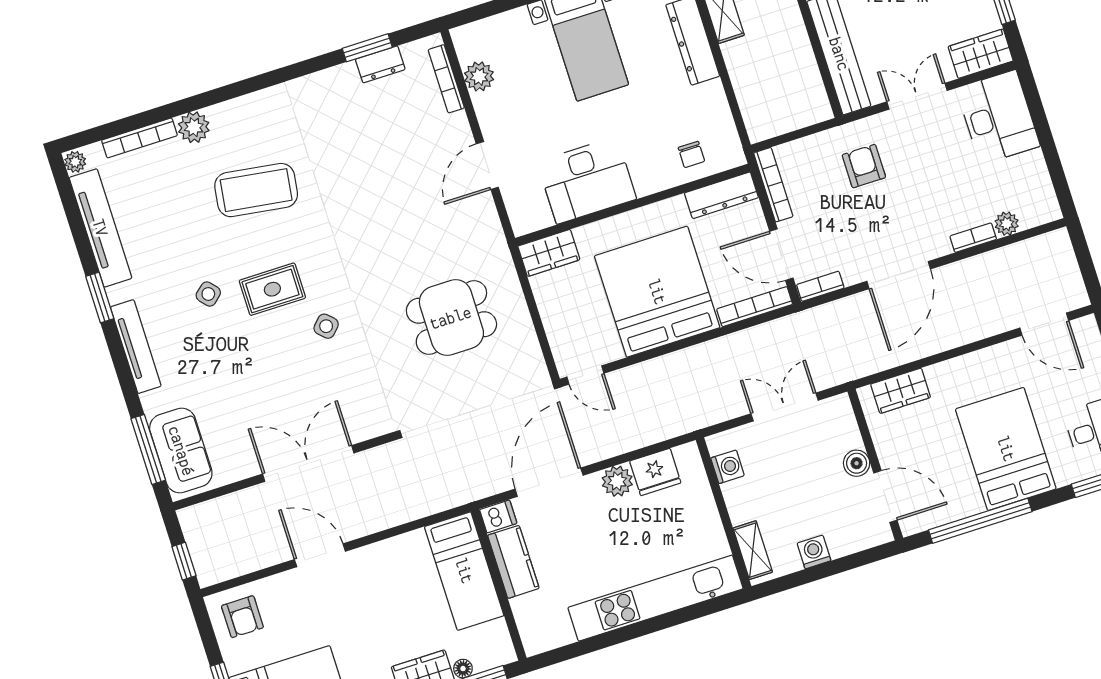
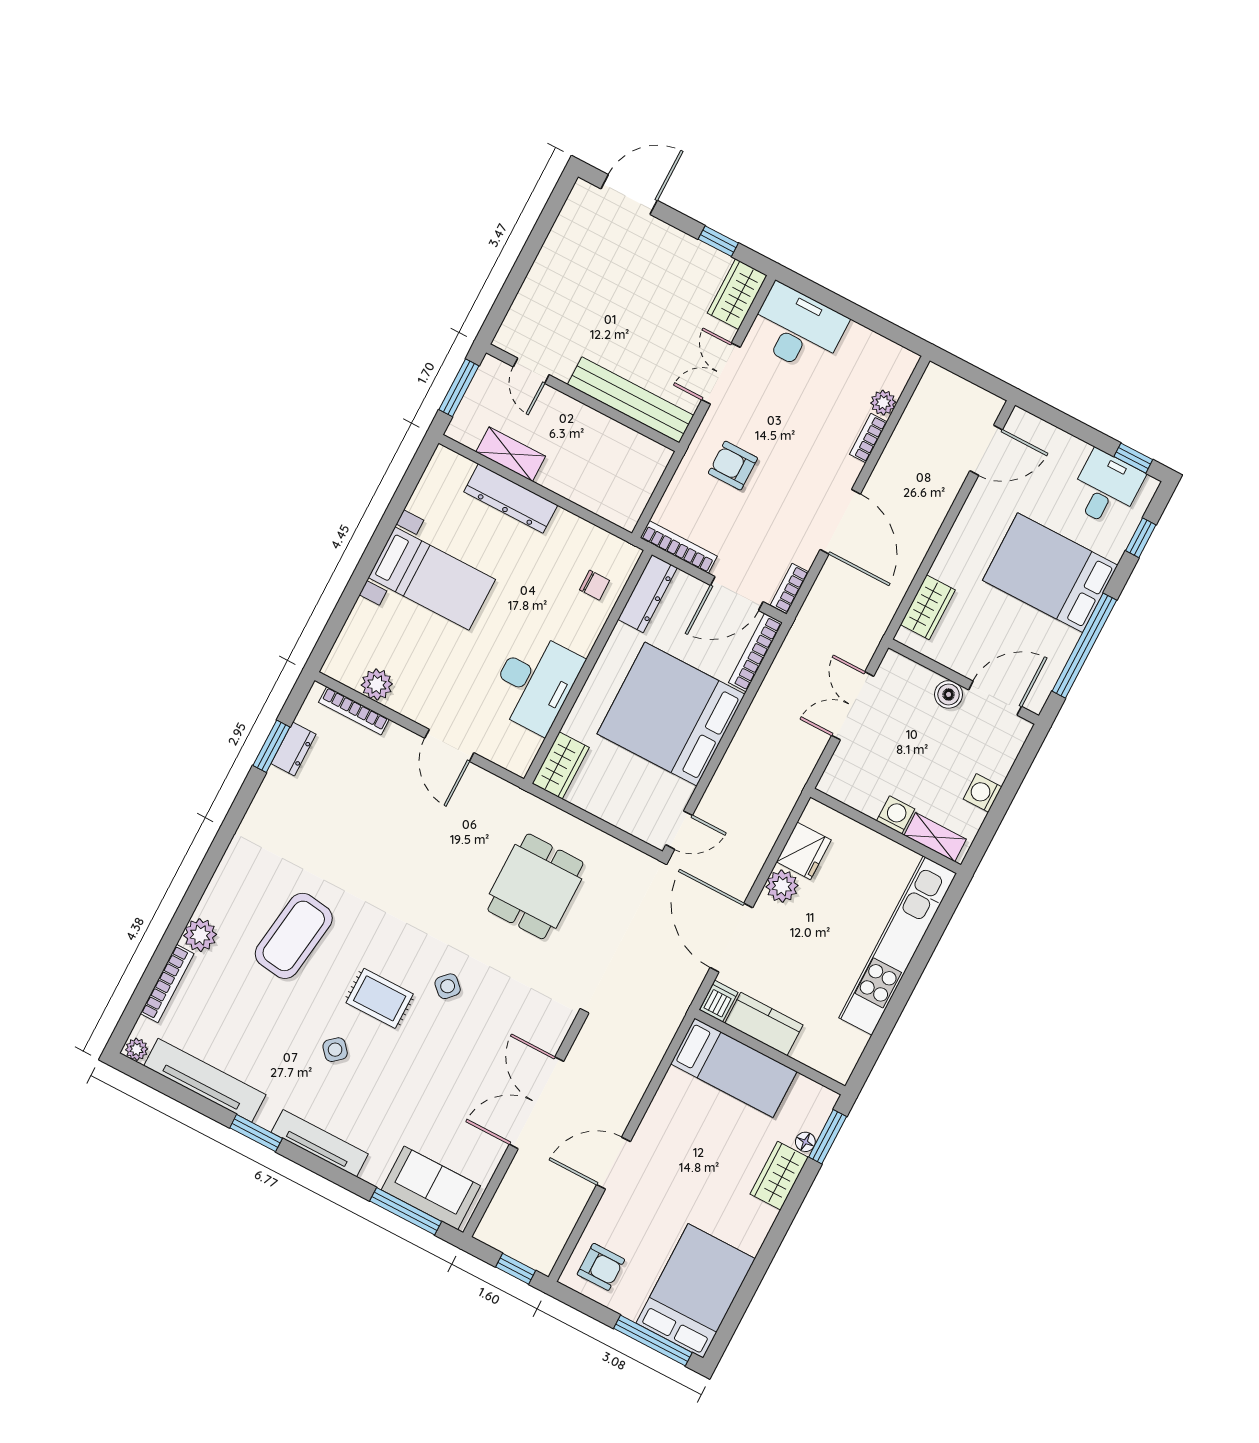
rug: (272, 289) -> (380, 998), turned 90
washing machine: (727, 467) -> (896, 815), moved

